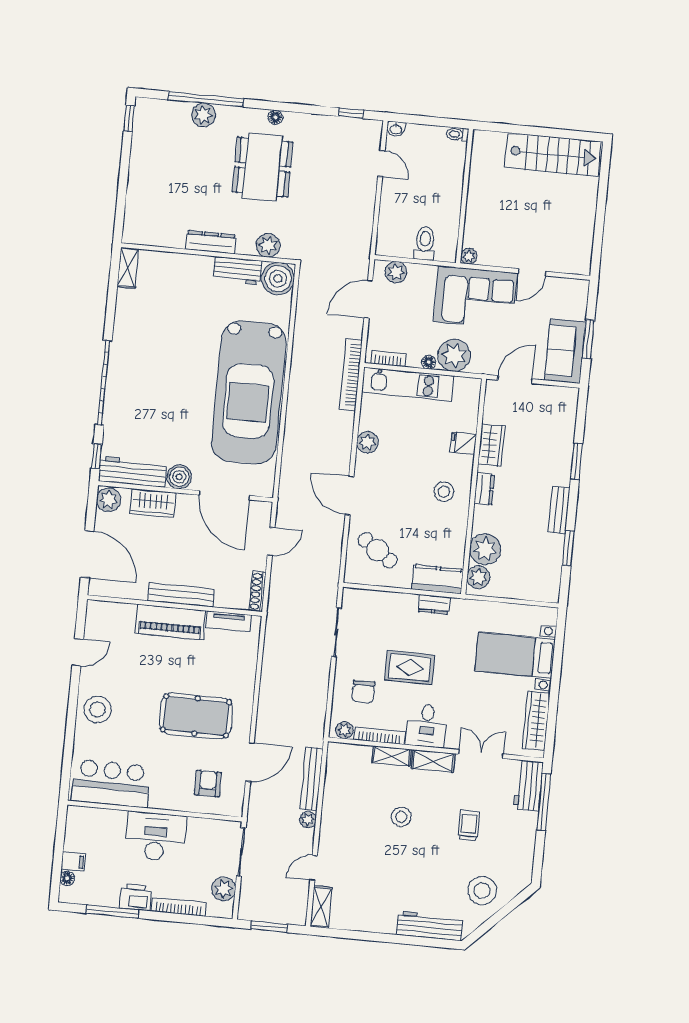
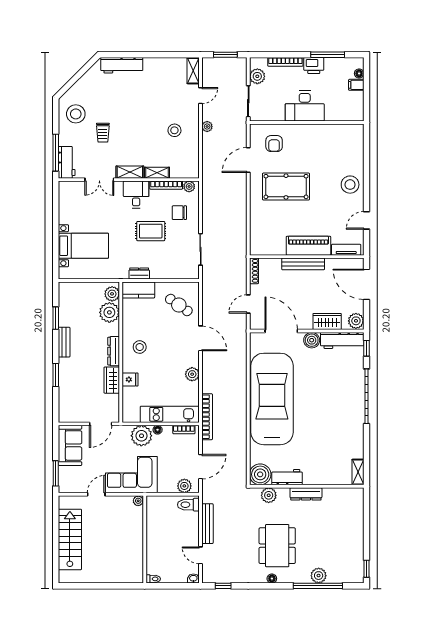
stairs: (553, 155) -> (70, 539), moved, turned 90
toilet: (425, 243) -> (188, 505), moved, turned 90
window: (588, 339) -> (56, 473), moved
dresser: (484, 489) -> (114, 351), width x1.44
tv unit: (229, 621) -> (346, 250), moved
chair: (363, 692) -> (179, 213), turned -90
wardrobe: (536, 721) -> (66, 205), removed
bench: (311, 779) -> (207, 524), moved
bar counter: (111, 783) -> (337, 138), removed
stool: (401, 817) -> (174, 130), moved
stool: (482, 890) -> (76, 114), moved

